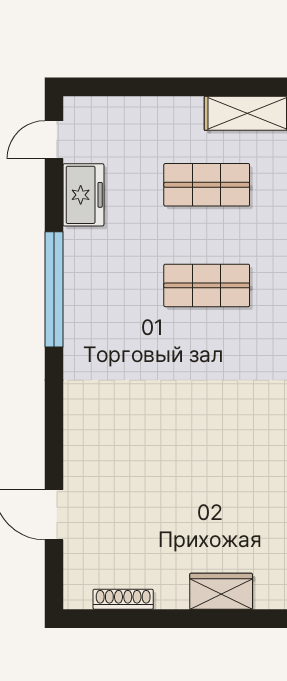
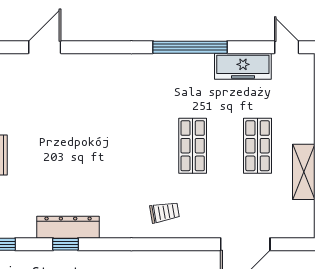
freezer: (83, 195) -> (243, 66), width x1.40

